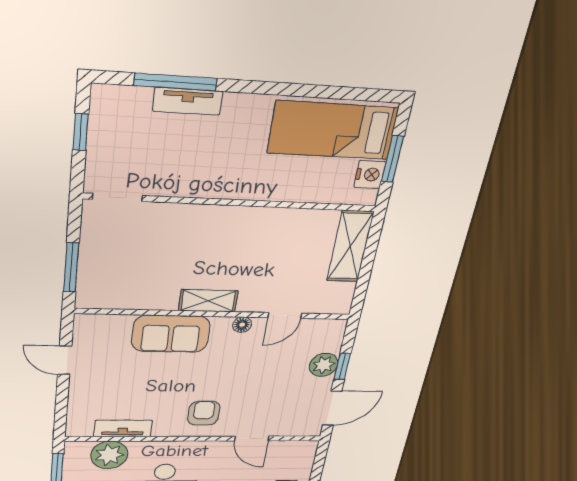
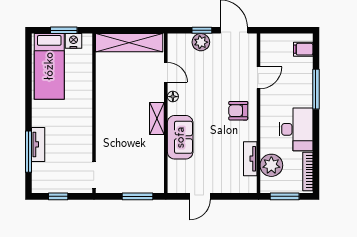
shelving: (350, 246) -> (129, 43), width x1.47

